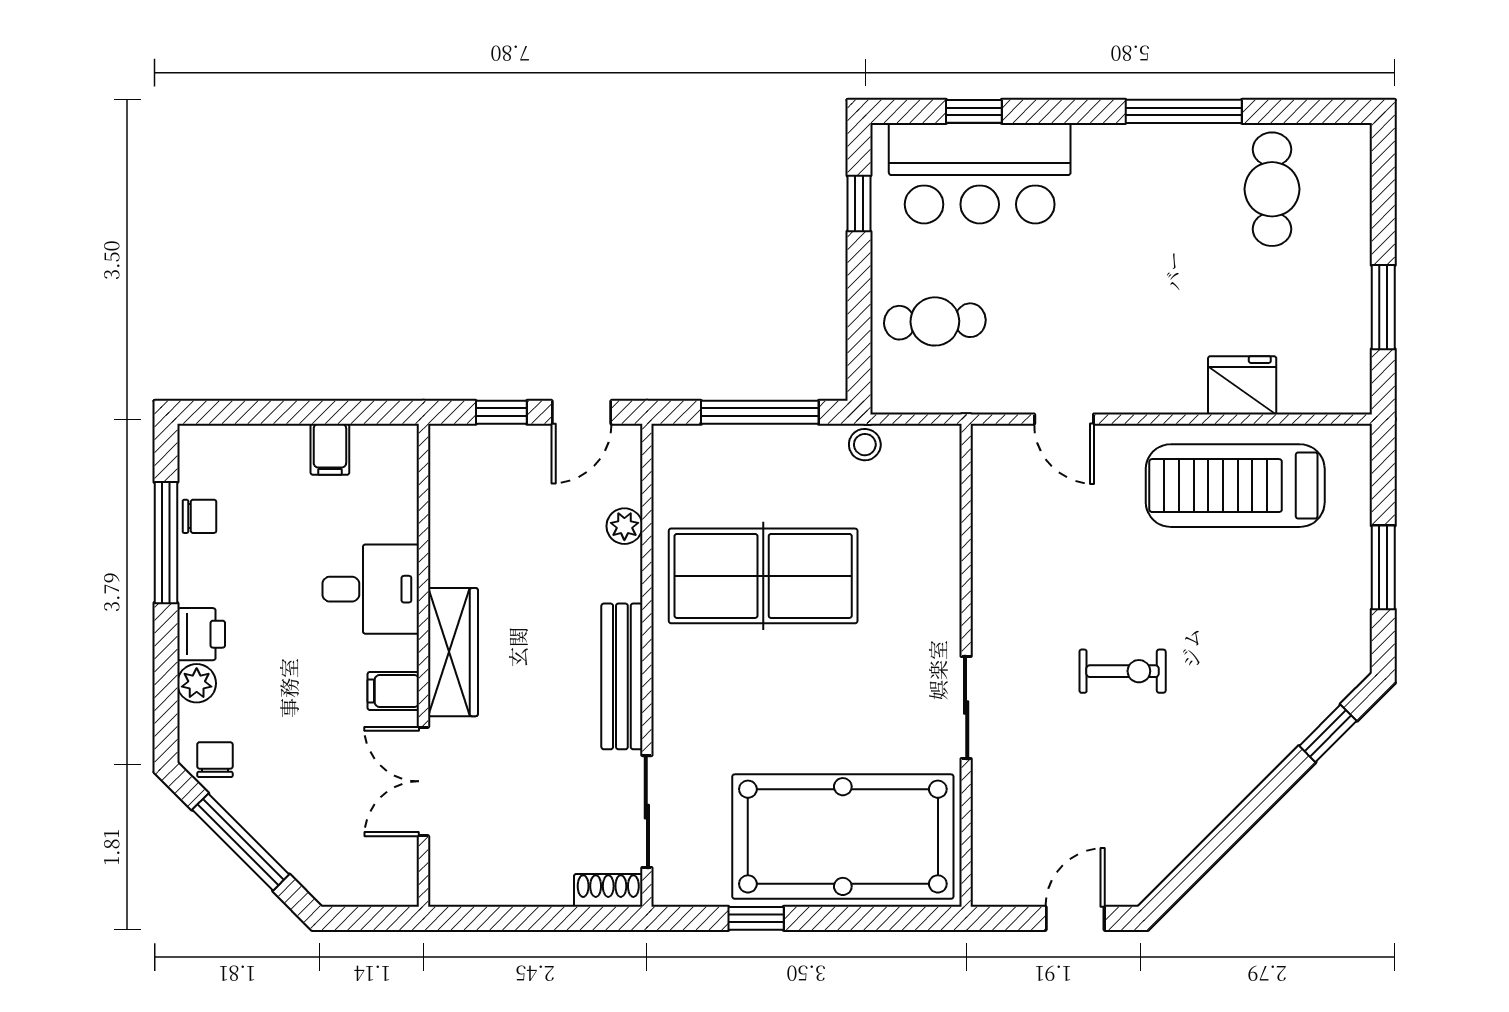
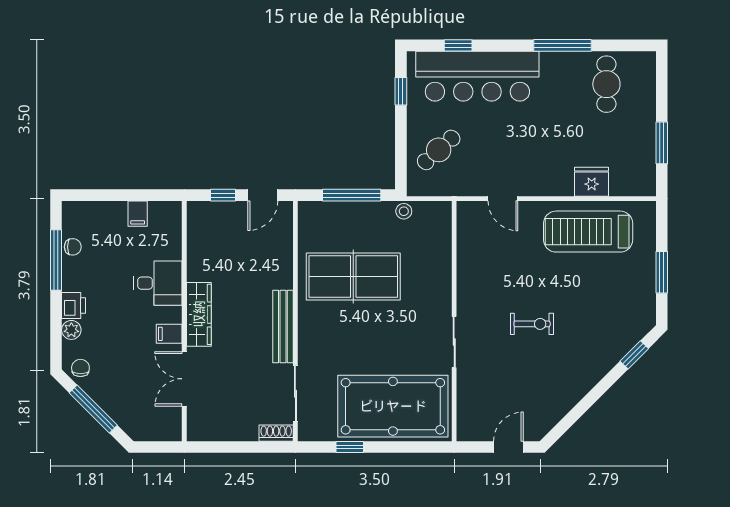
bar counter: (980, 173) -> (477, 76), width x1.36
cafe table: (935, 321) -> (439, 150), turned -40
plant: (624, 526) -> (284, 252), removed

